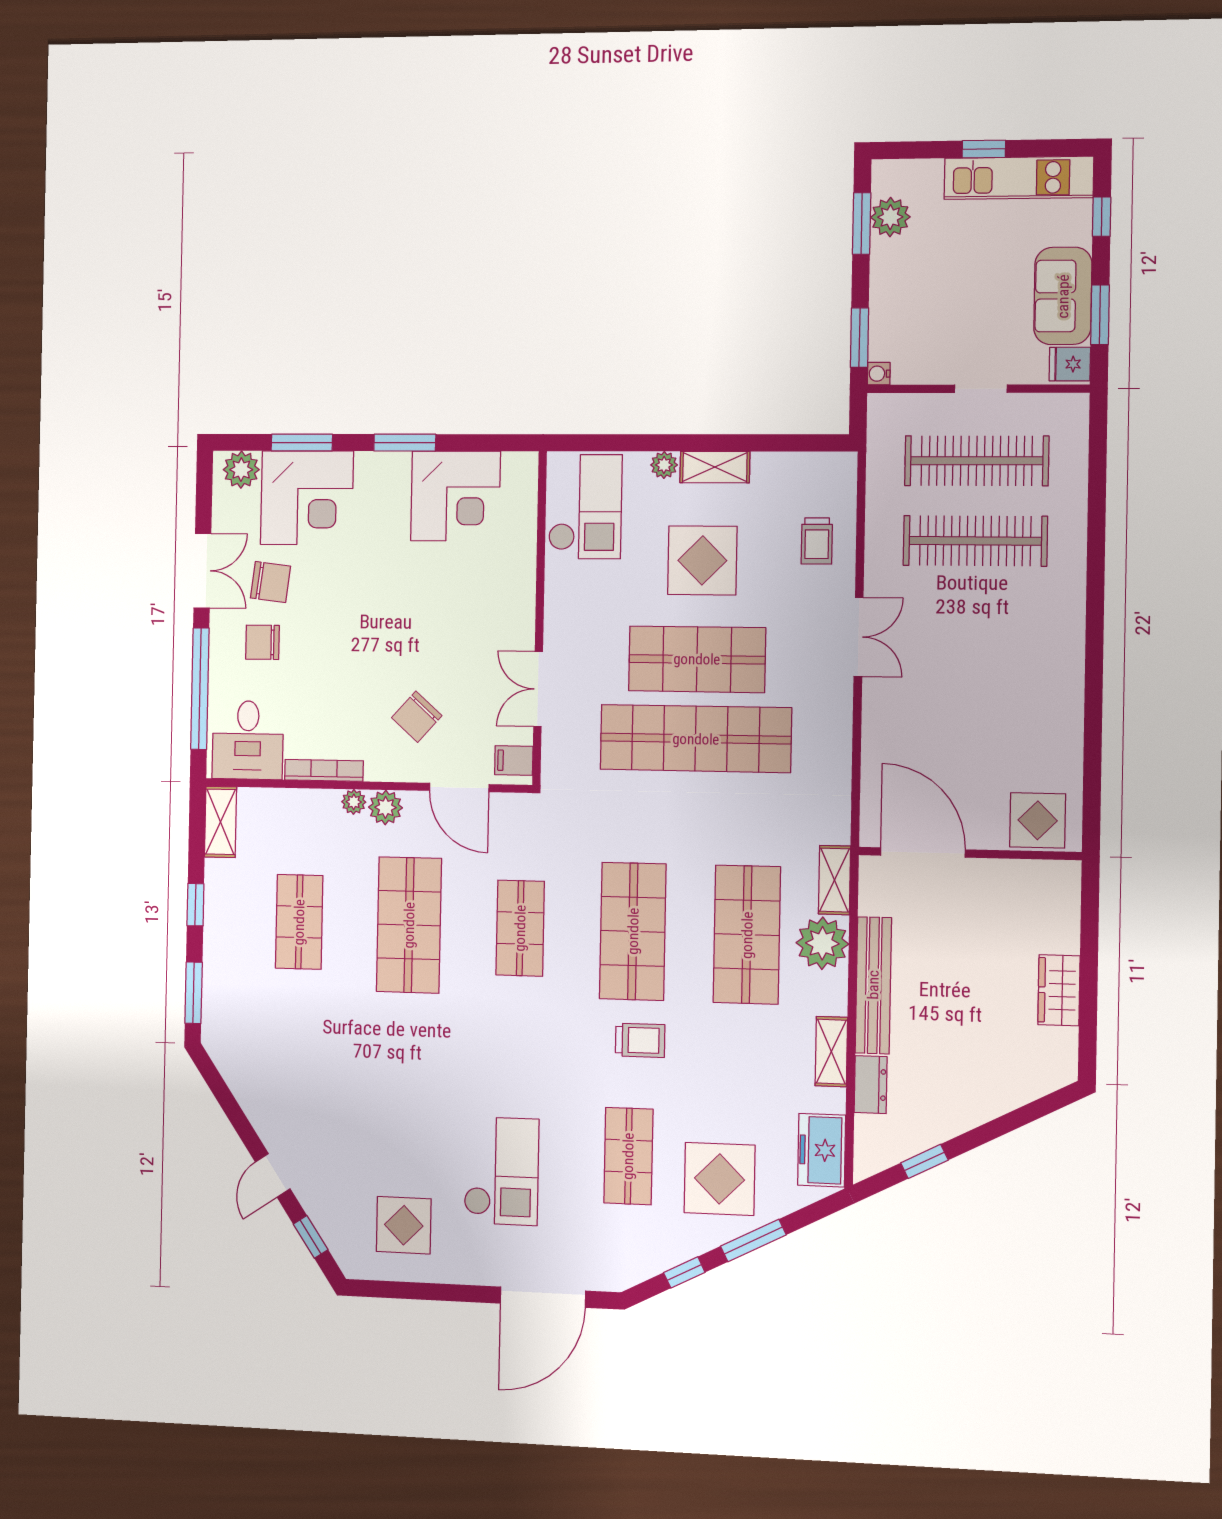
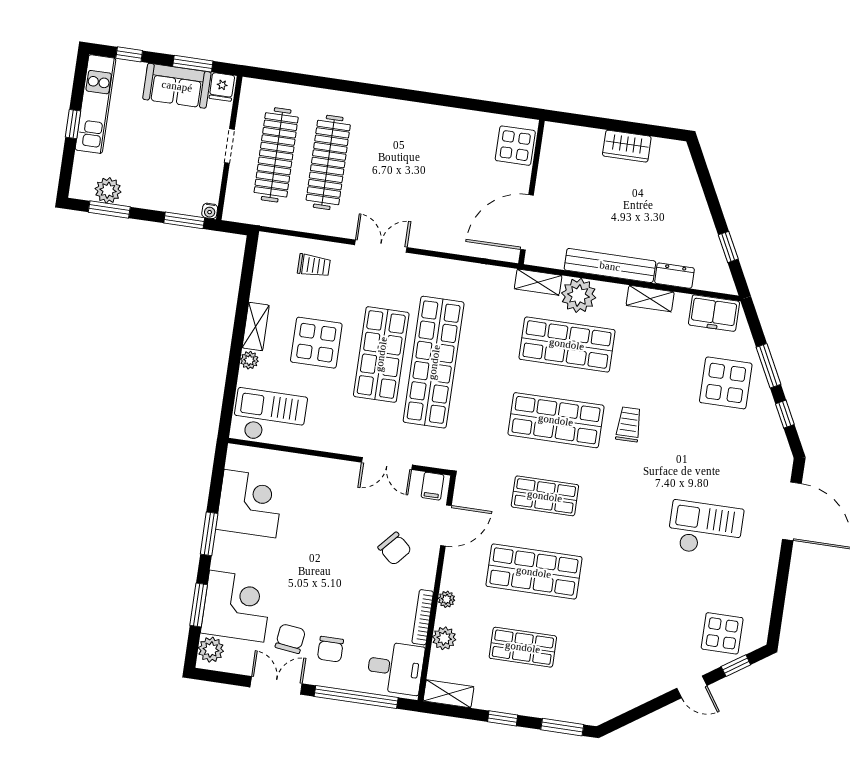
plant: (385, 807) -> (444, 638), moved
shop shelf: (628, 1156) -> (704, 442), removed
display table: (404, 1225) -> (722, 633), moved

